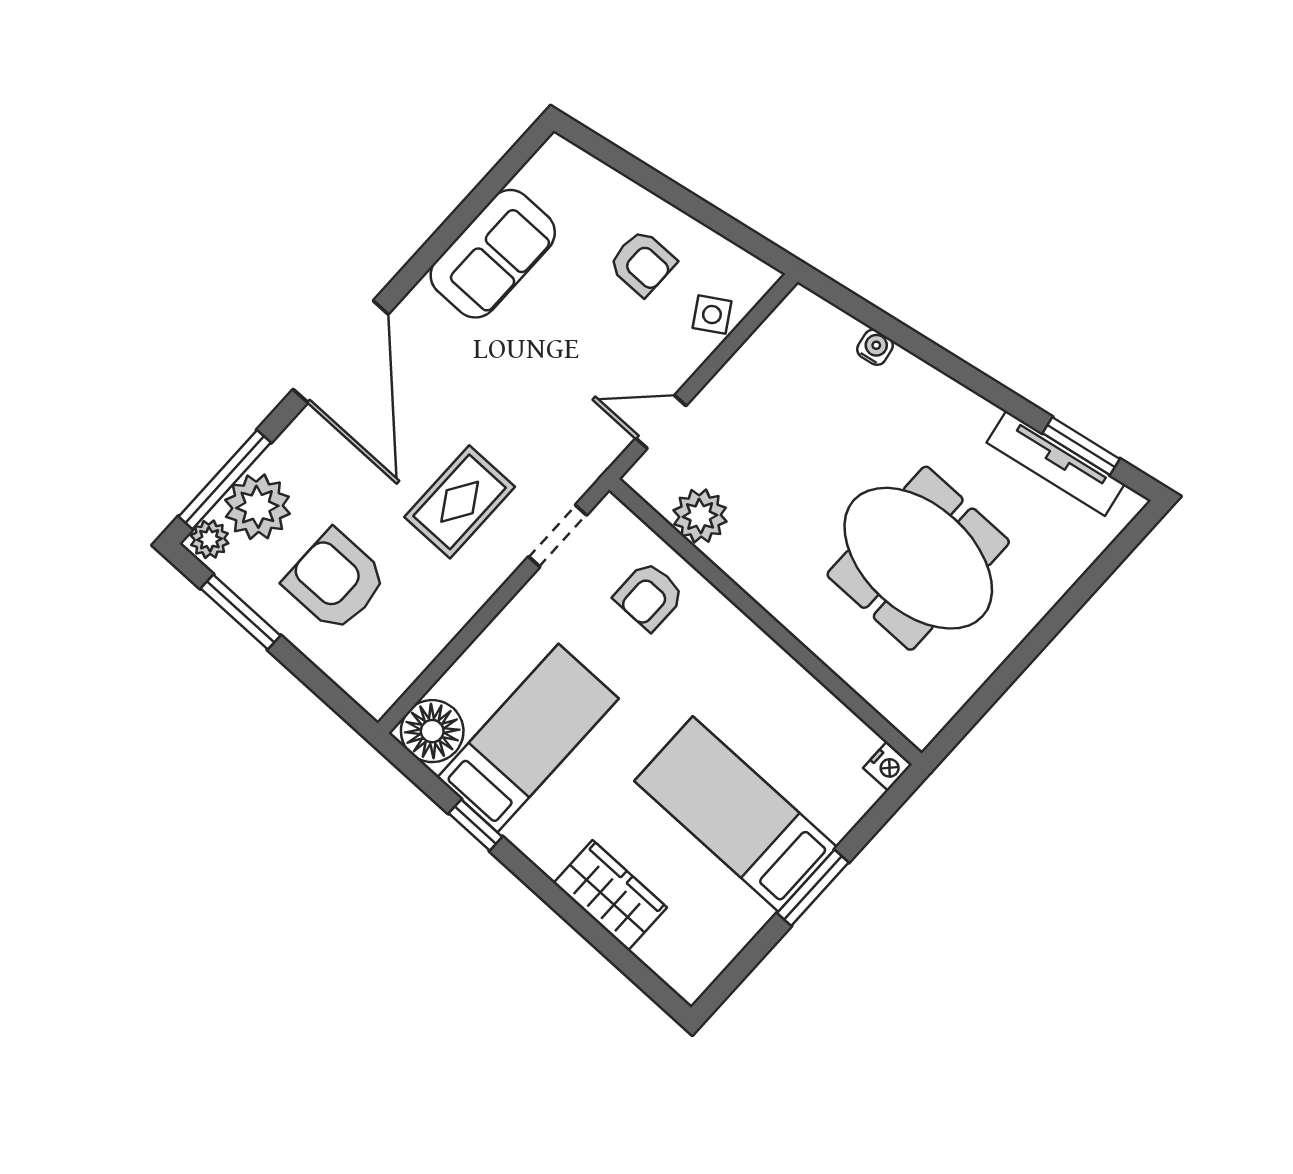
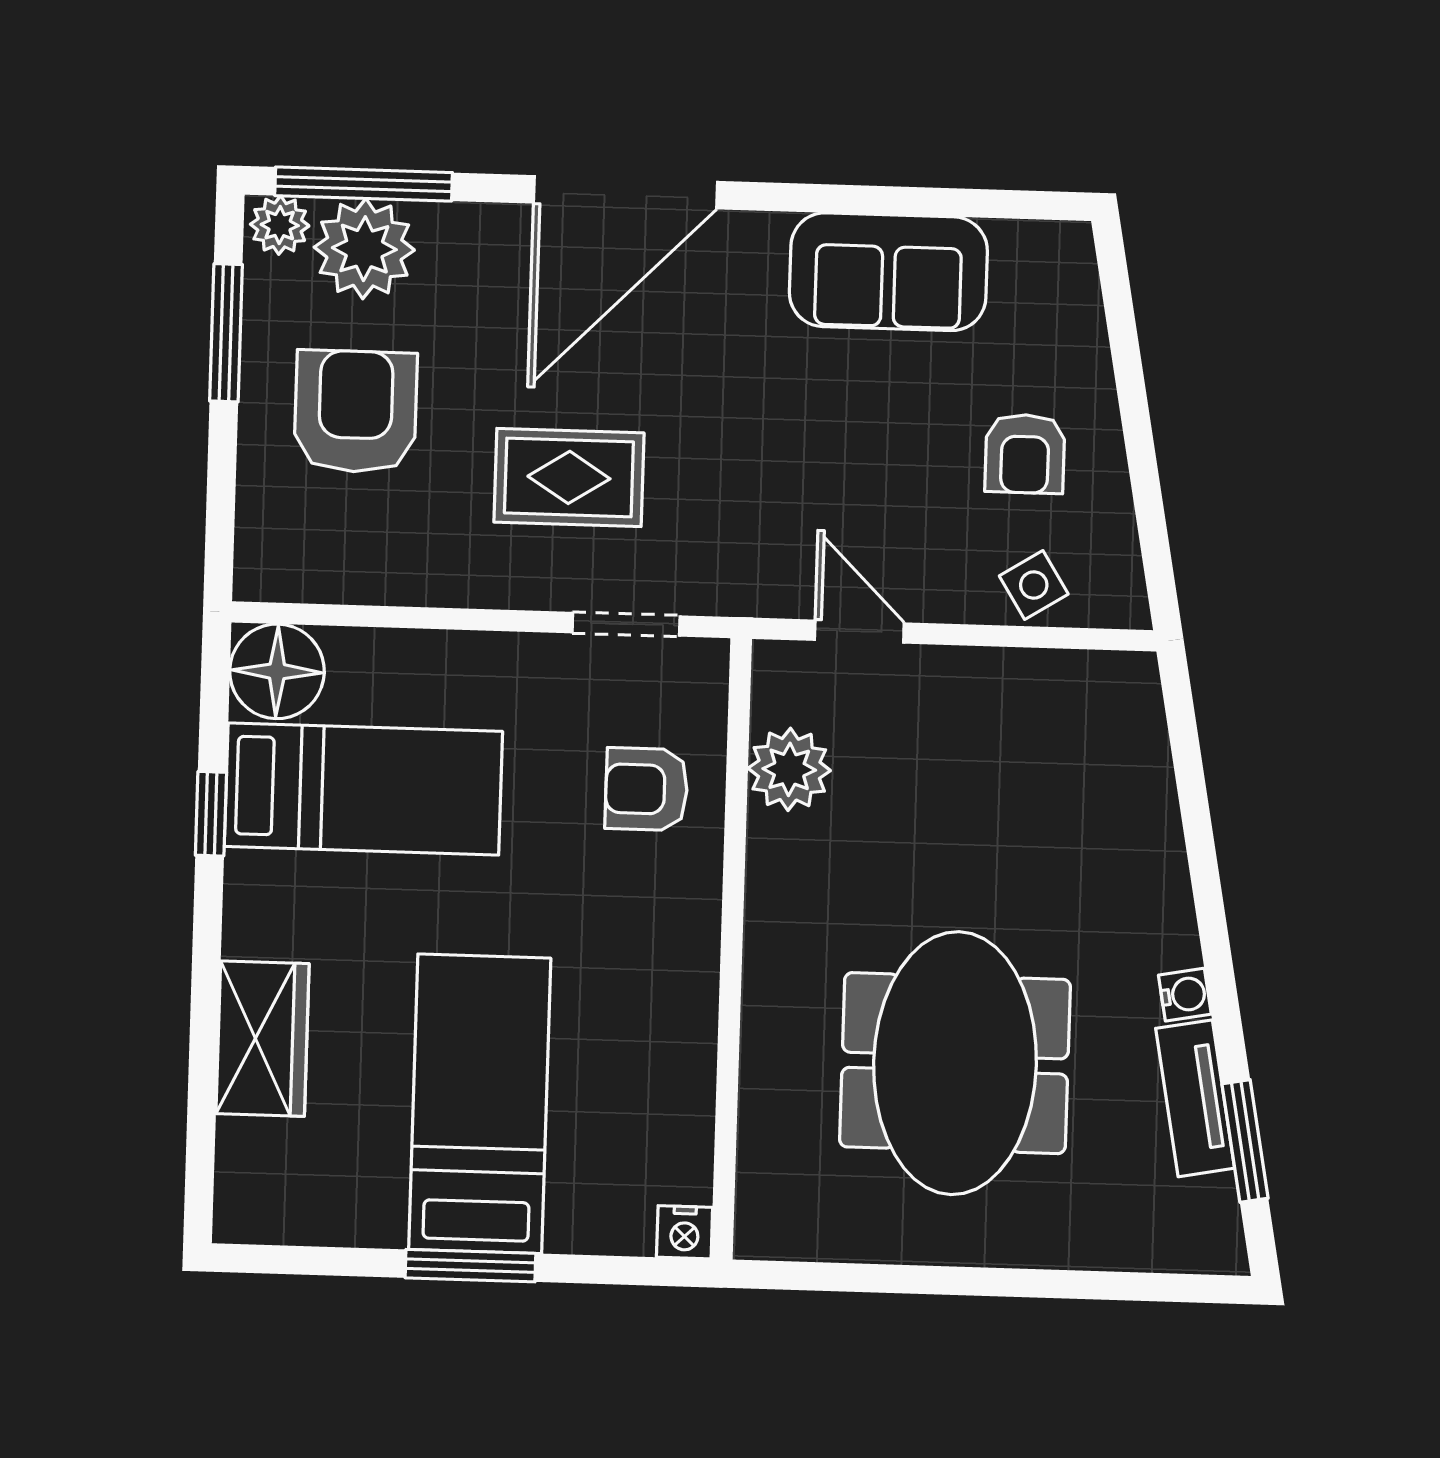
water cooler: (875, 347) -> (1185, 995), moved
tv unit: (1056, 463) -> (1195, 1098), width x0.71

